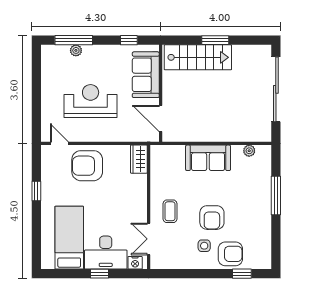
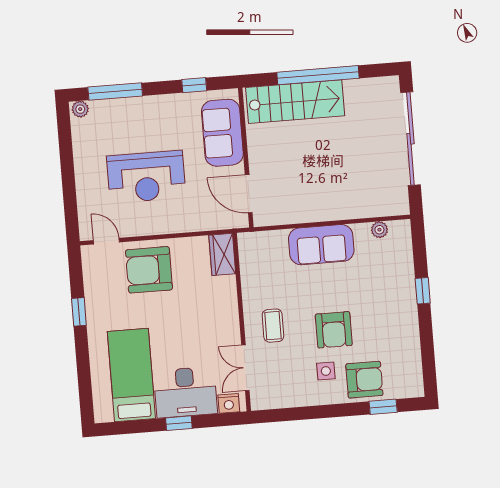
window: (215, 40) -> (318, 75), width x2.11
plant: (76, 50) -> (80, 109), moved
reception desk: (91, 101) -> (146, 177), turned 180
window: (276, 195) -> (423, 291), width x0.46

